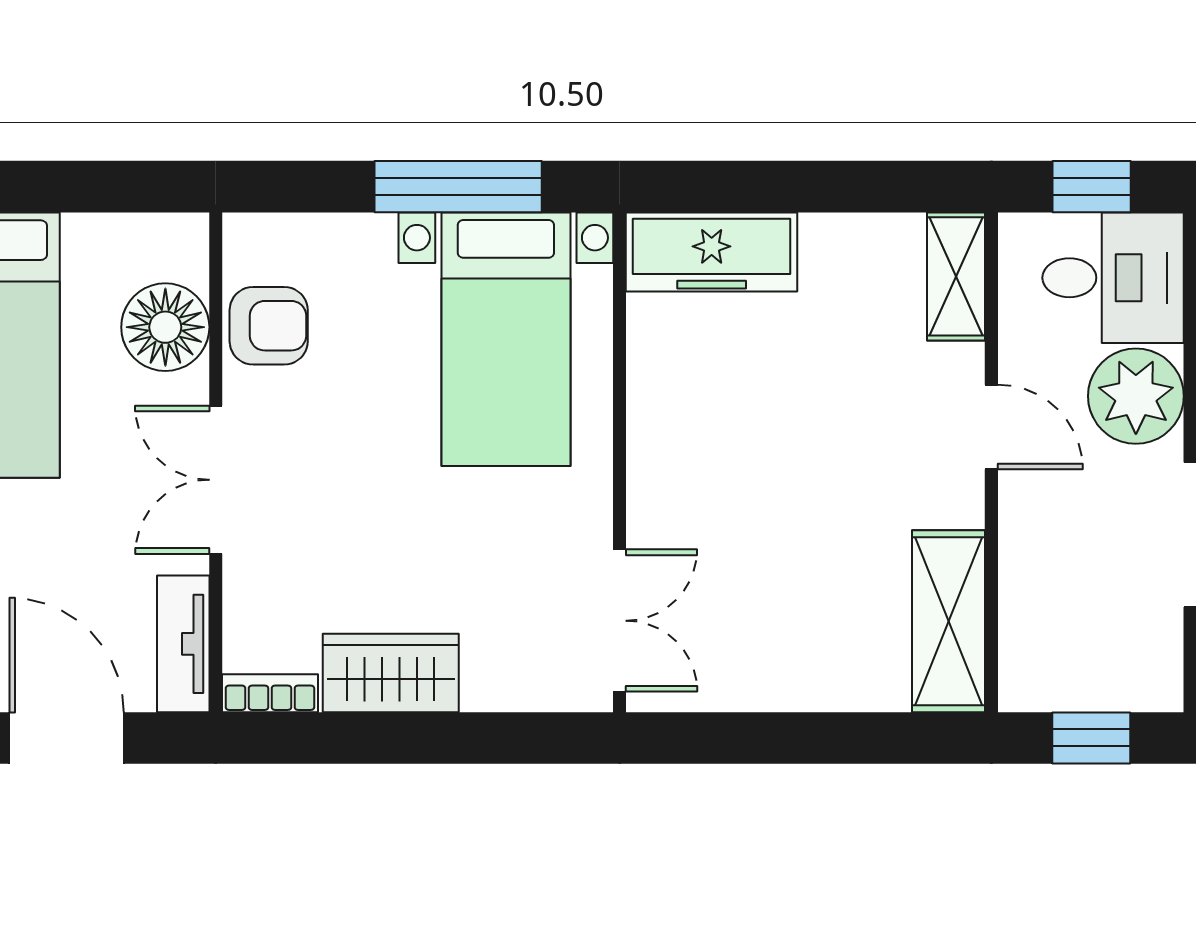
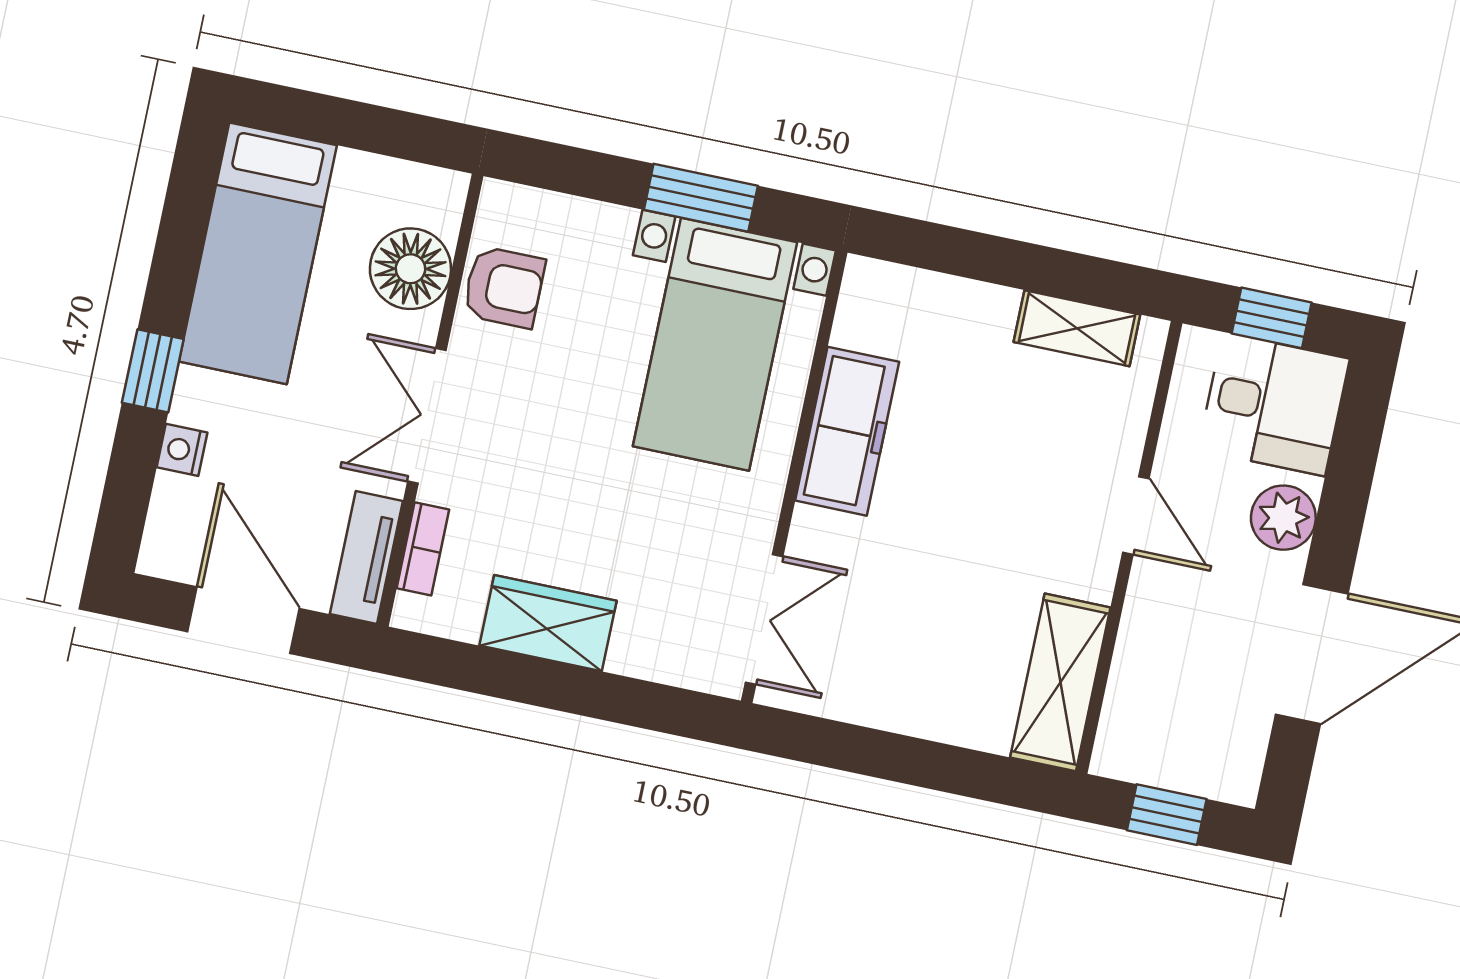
window: (458, 187) -> (701, 198), width x0.69
freezer: (712, 252) -> (847, 431), moved, turned -90
shelving: (956, 276) -> (1077, 328), moved, turned 90
plant: (1136, 396) -> (1283, 518), width x0.73, depth x0.73
bookcase: (270, 693) -> (423, 549), moved, turned 90

